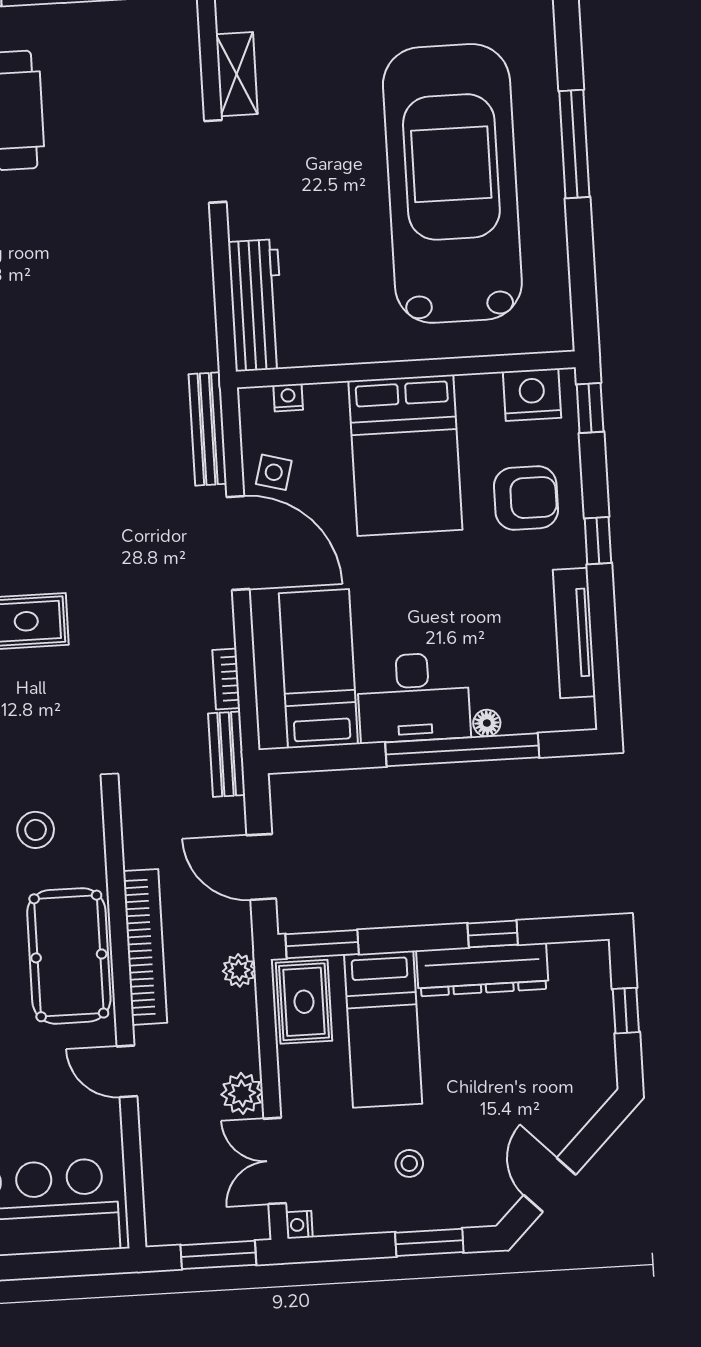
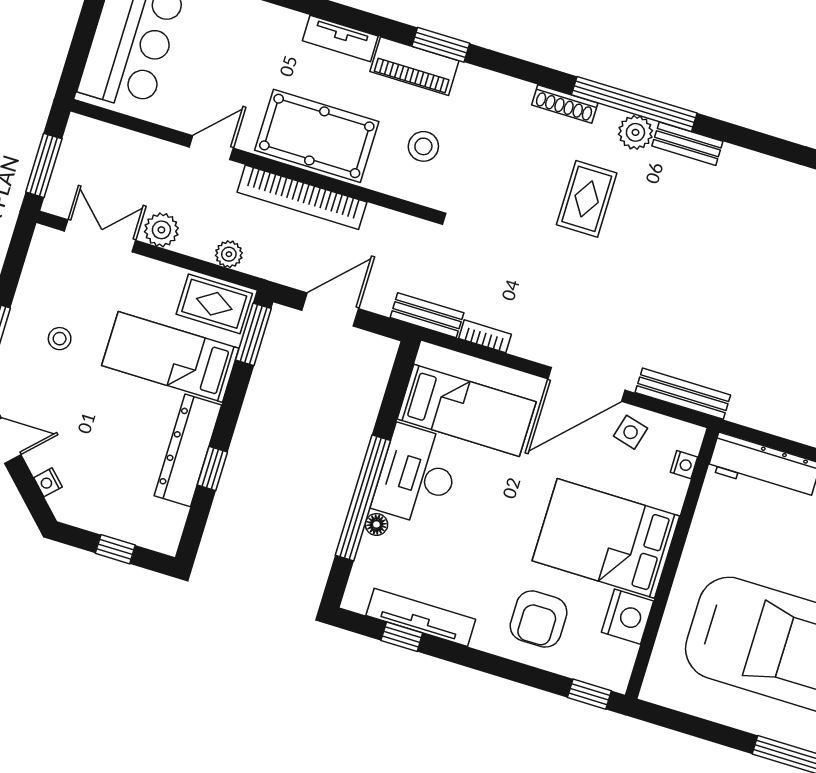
nightstand: (532, 395) -> (627, 617), moved
window: (598, 541) -> (402, 637), moved
plant: (239, 970) -> (229, 254), moved
nightstand: (299, 1225) -> (48, 482), moved, turned -135

